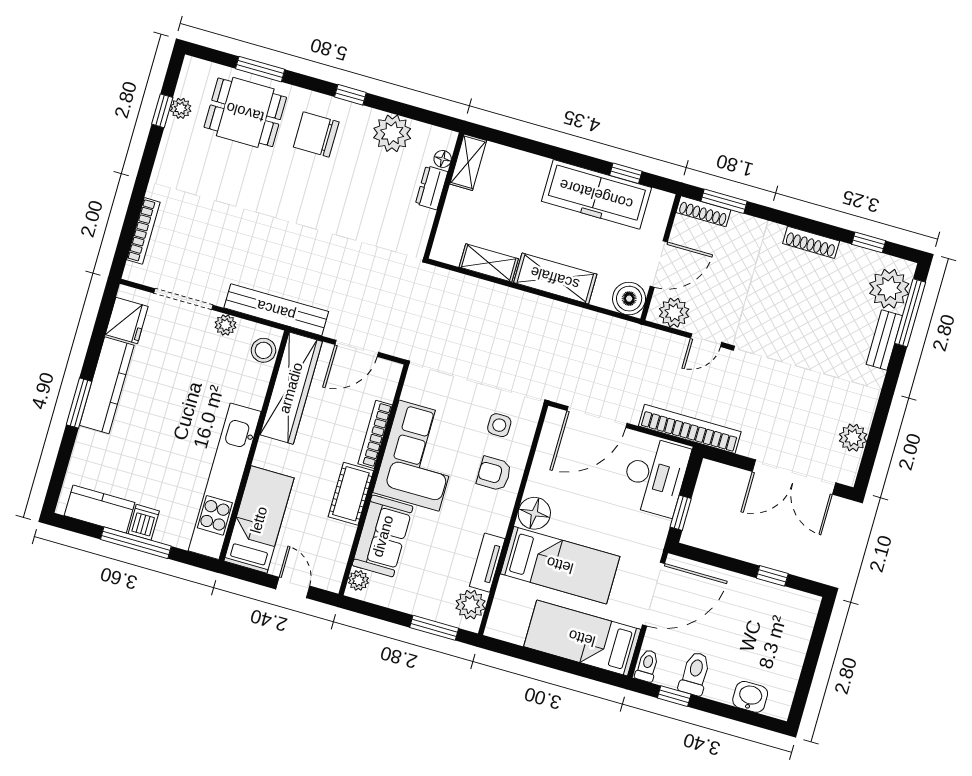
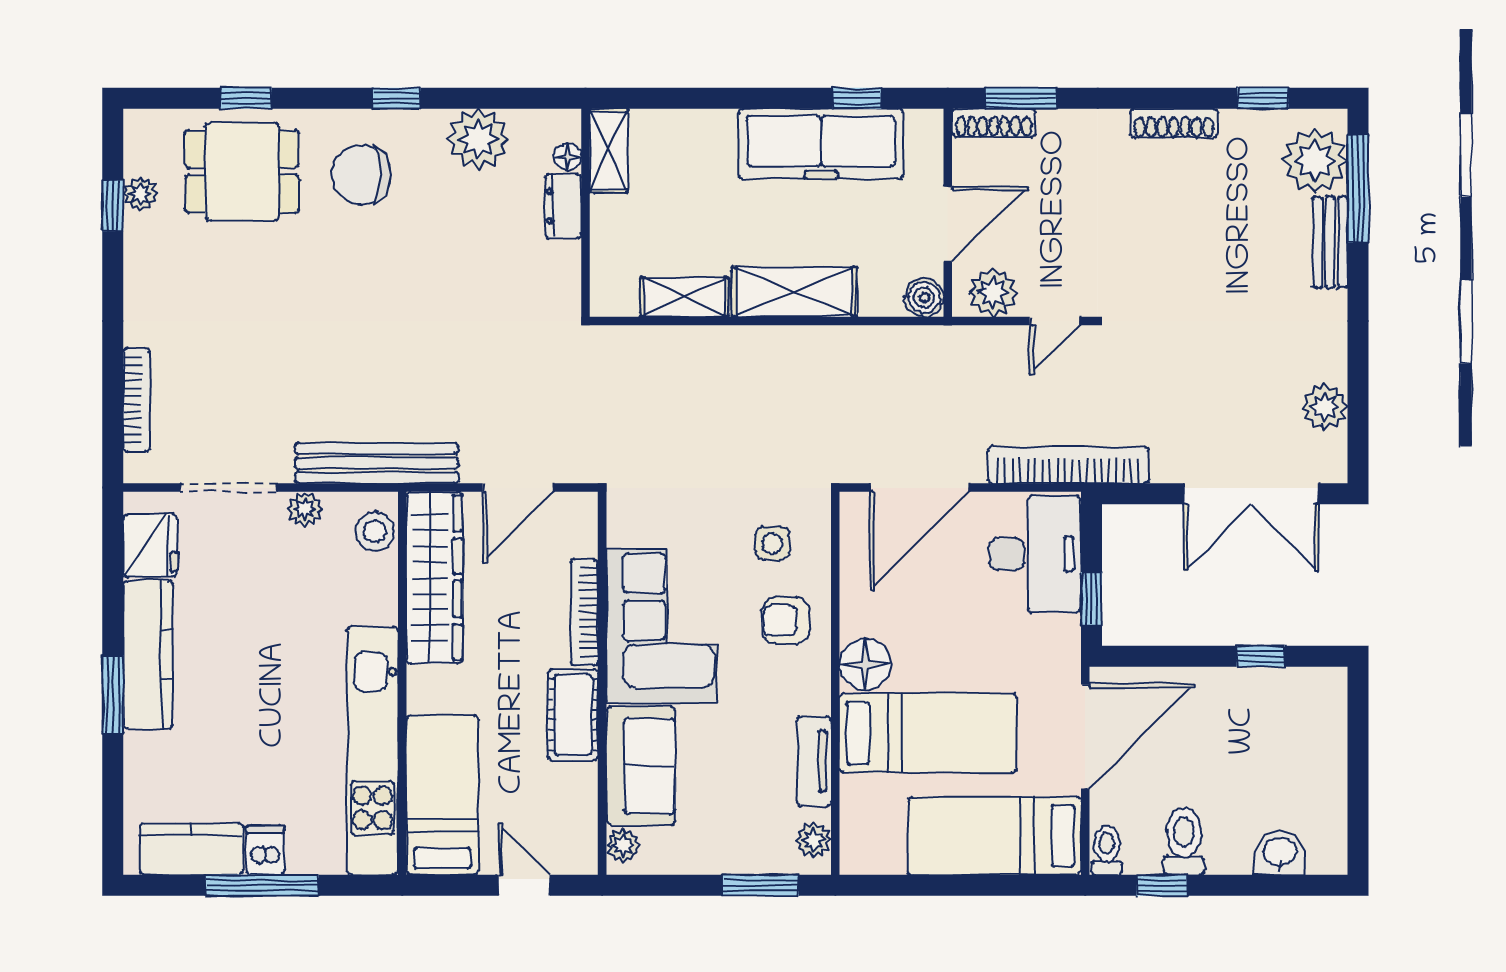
window: (260, 69) -> (246, 98), width x0.67
boiler: (629, 299) -> (924, 297), width x0.73, depth x0.73
plant: (471, 605) -> (814, 840), width x0.73, depth x0.73

